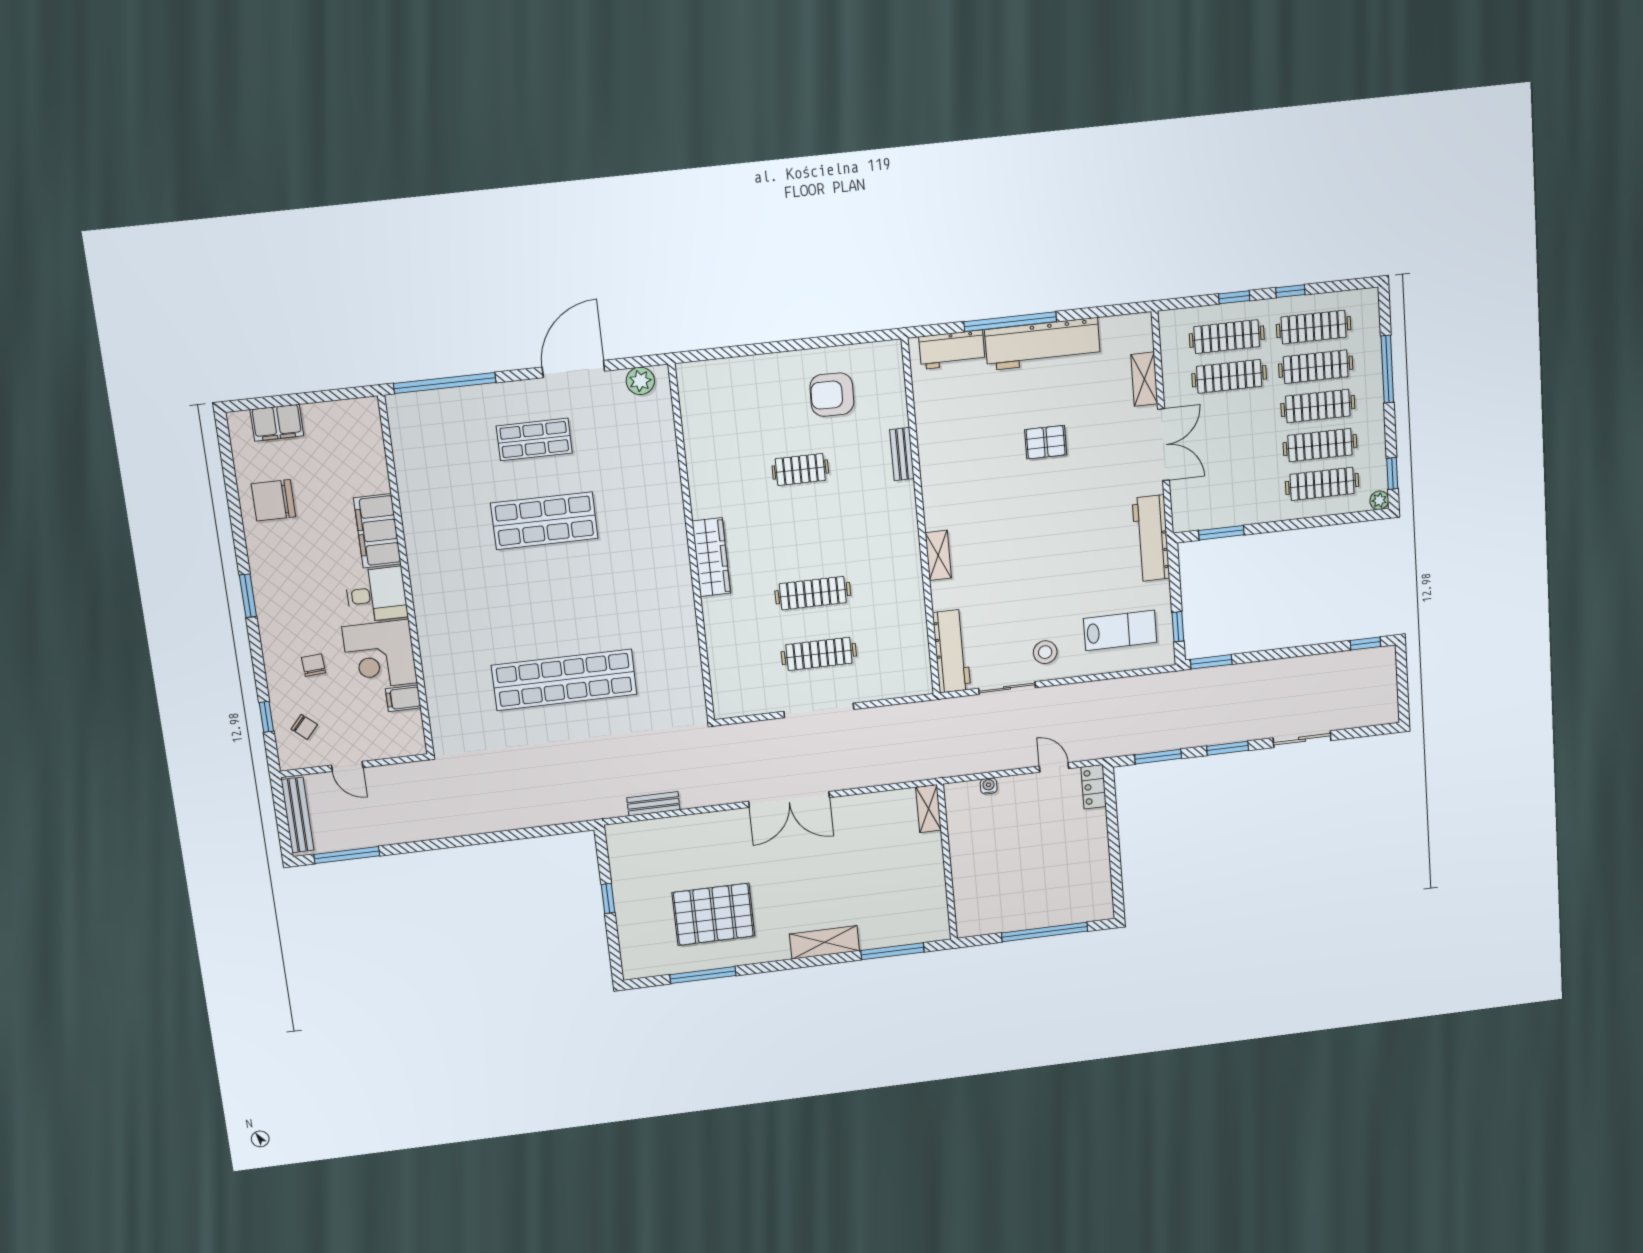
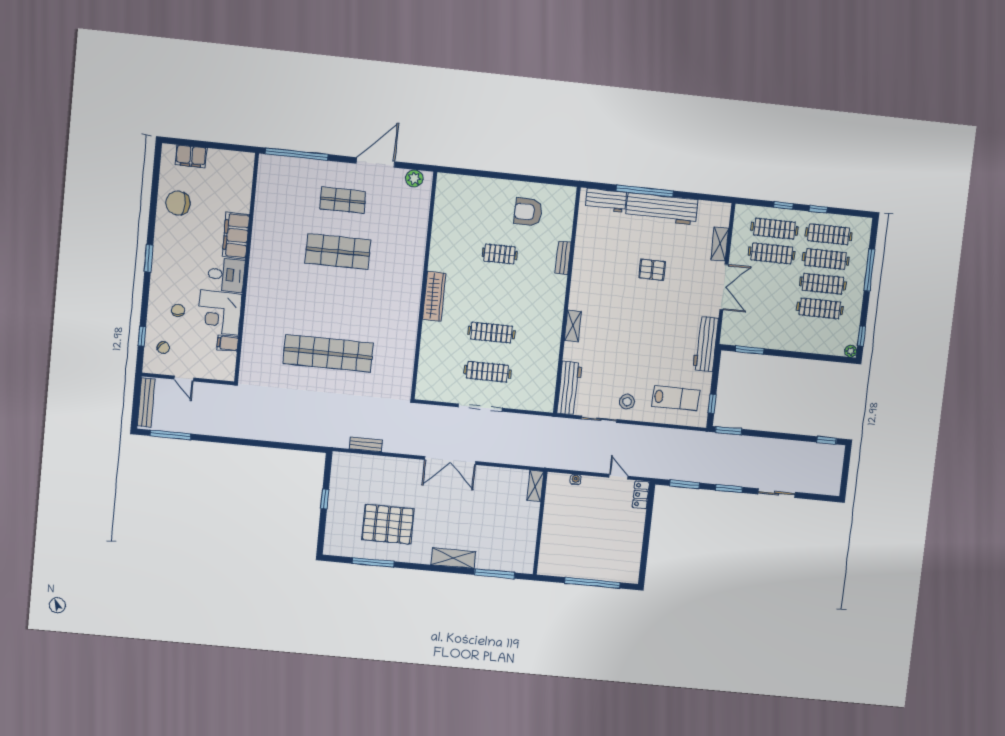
clothes rail: (1322, 484) -> (817, 333), removed

